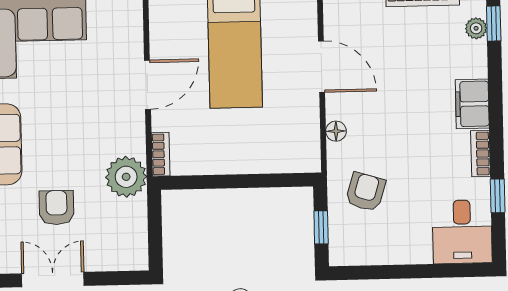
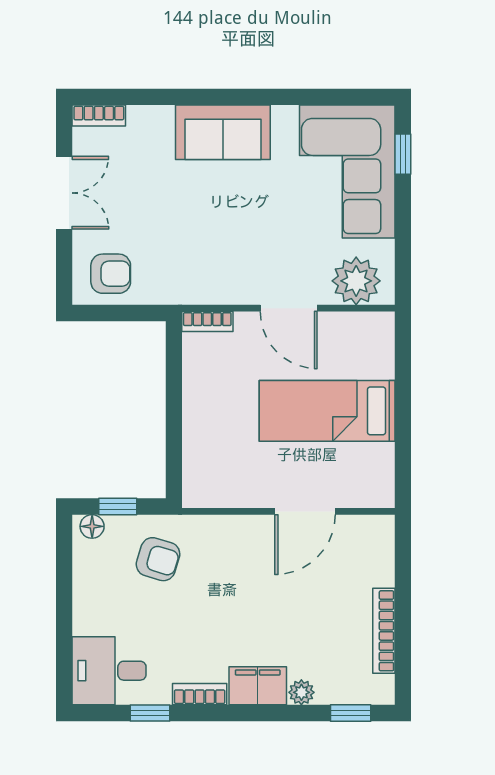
plant: (476, 28) -> (301, 692), moved
floor lamp: (336, 131) -> (92, 526), moved
plant: (126, 177) -> (356, 281), moved
armchair: (57, 208) -> (111, 274), moved

